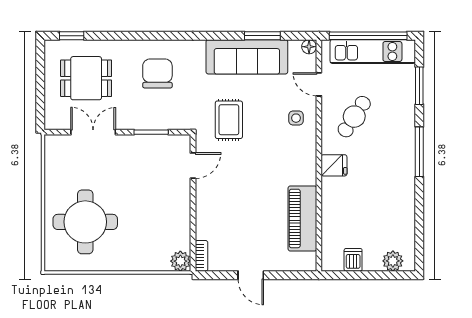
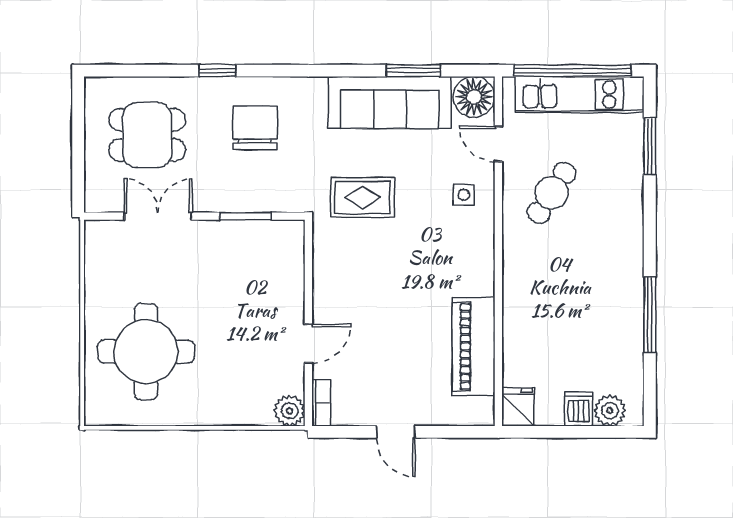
window: (72, 36) -> (218, 71), moved
floor lamp: (309, 47) -> (474, 97), width x1.89, depth x1.89
rug: (229, 120) -> (363, 198), turned 90
window: (419, 152) -> (650, 315), moved
fridge: (334, 165) -> (518, 407), moved, turned -90
door: (193, 166) -> (308, 343), moved
dishwasher: (353, 260) -> (579, 409), moved

